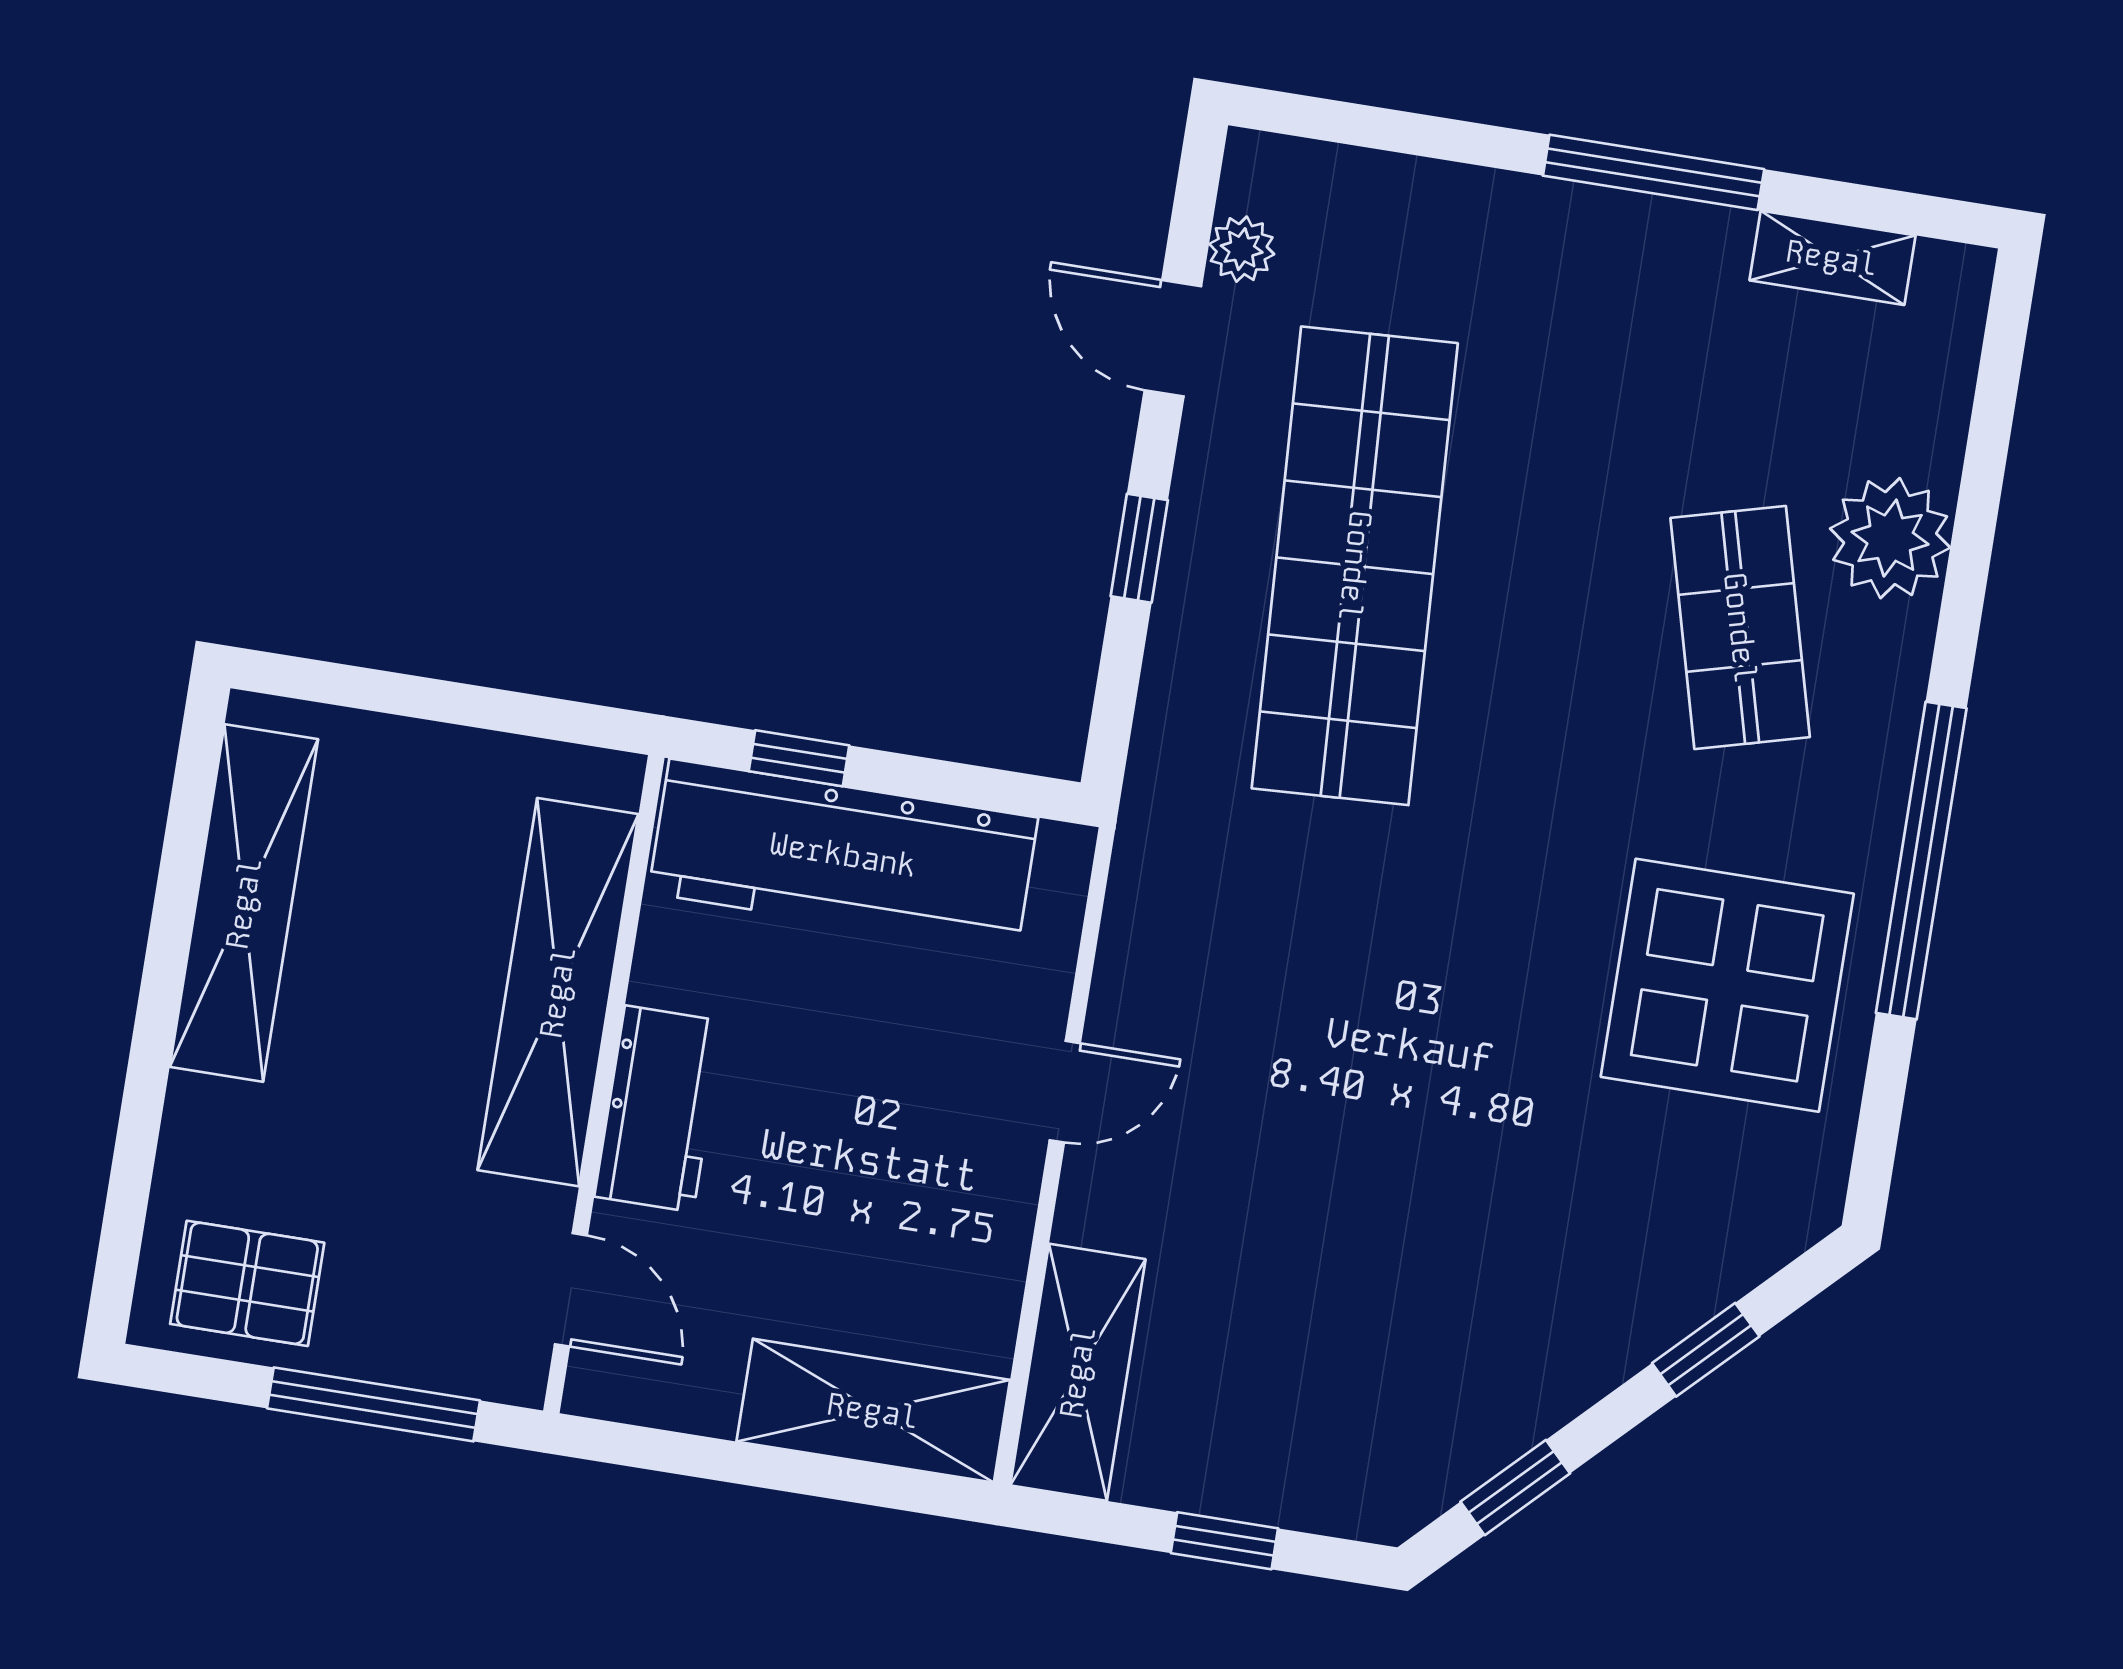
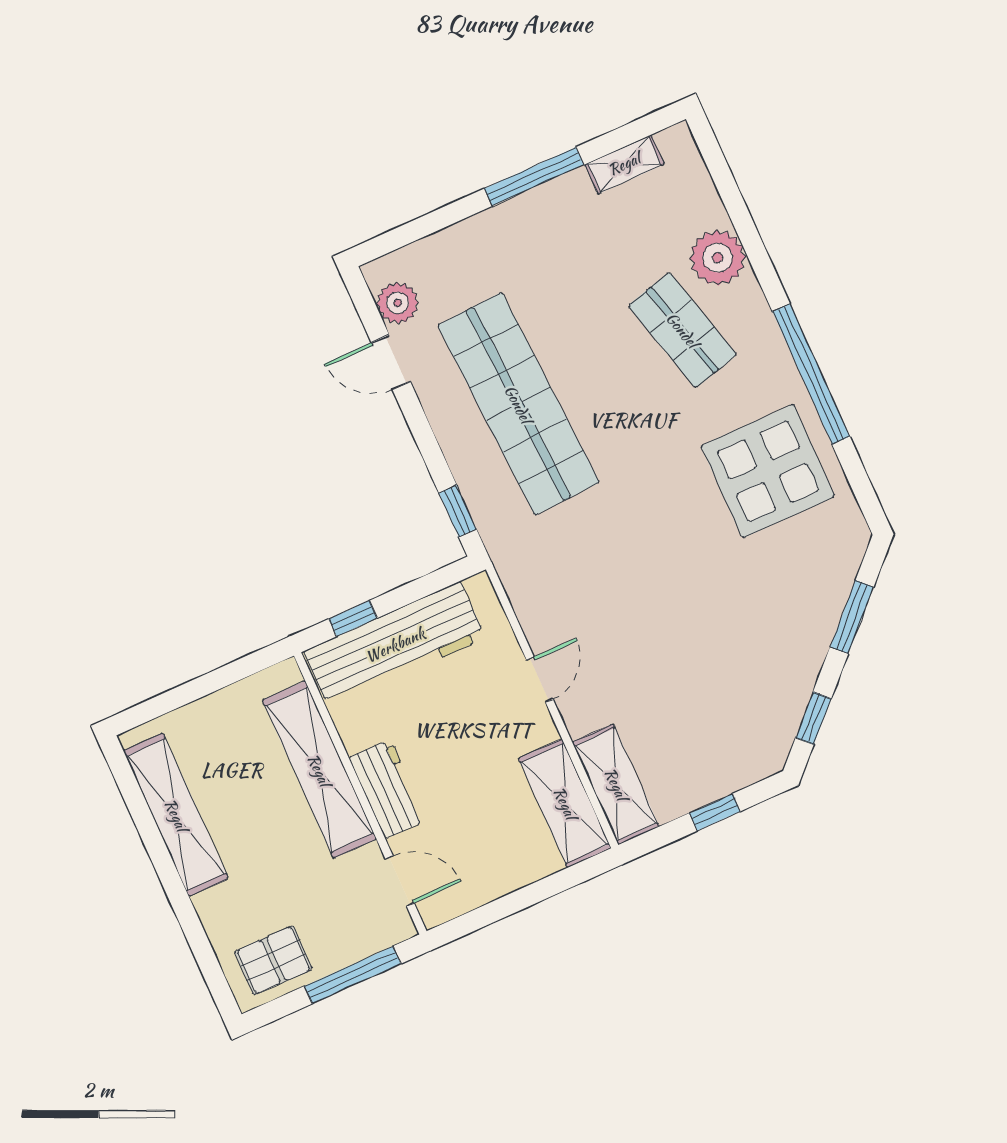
plant: (1242, 249) -> (398, 303), width x1.38, depth x1.38
window: (1139, 548) -> (458, 511), moved
window: (1706, 1350) -> (852, 617), width x1.50
shelving: (873, 1411) -> (565, 803), moved, turned 90

